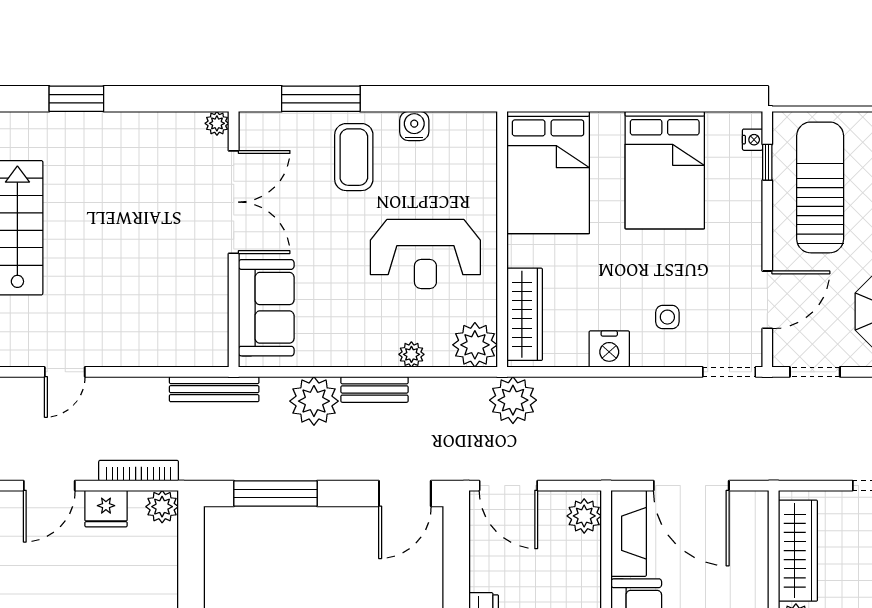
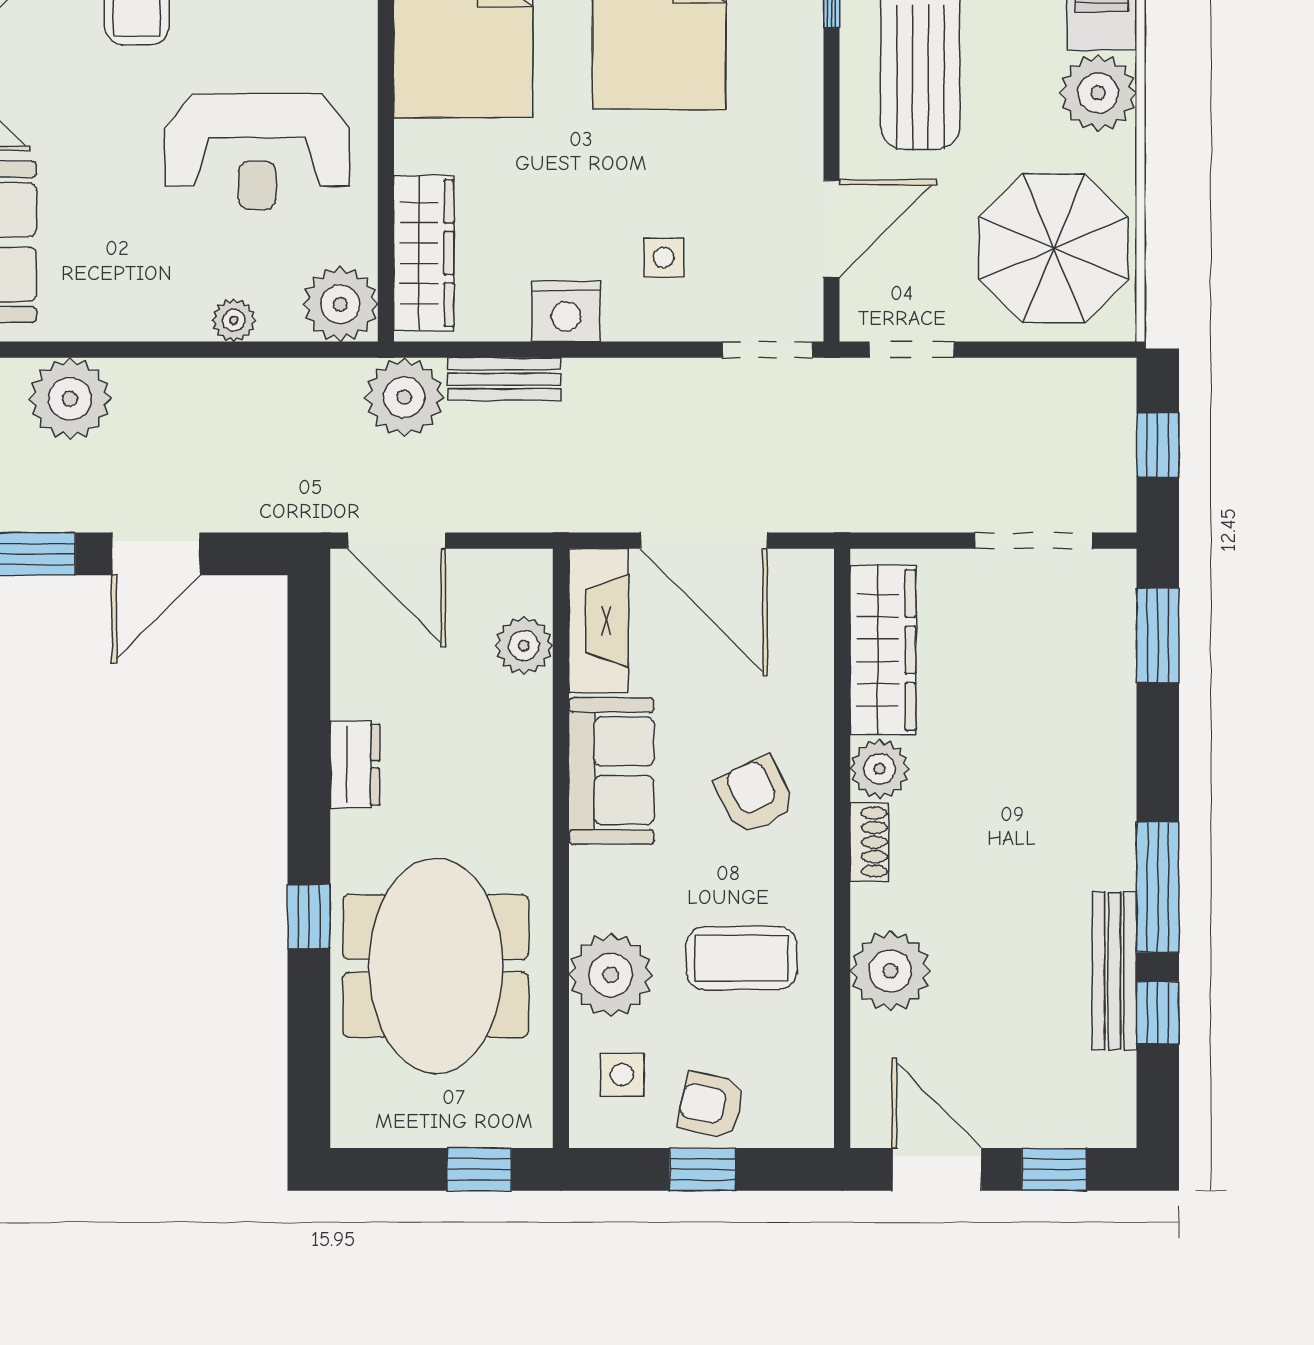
bench: (375, 389) -> (504, 379), moved
door: (405, 493) -> (156, 554), moved
plant: (584, 516) -> (524, 646), moved

